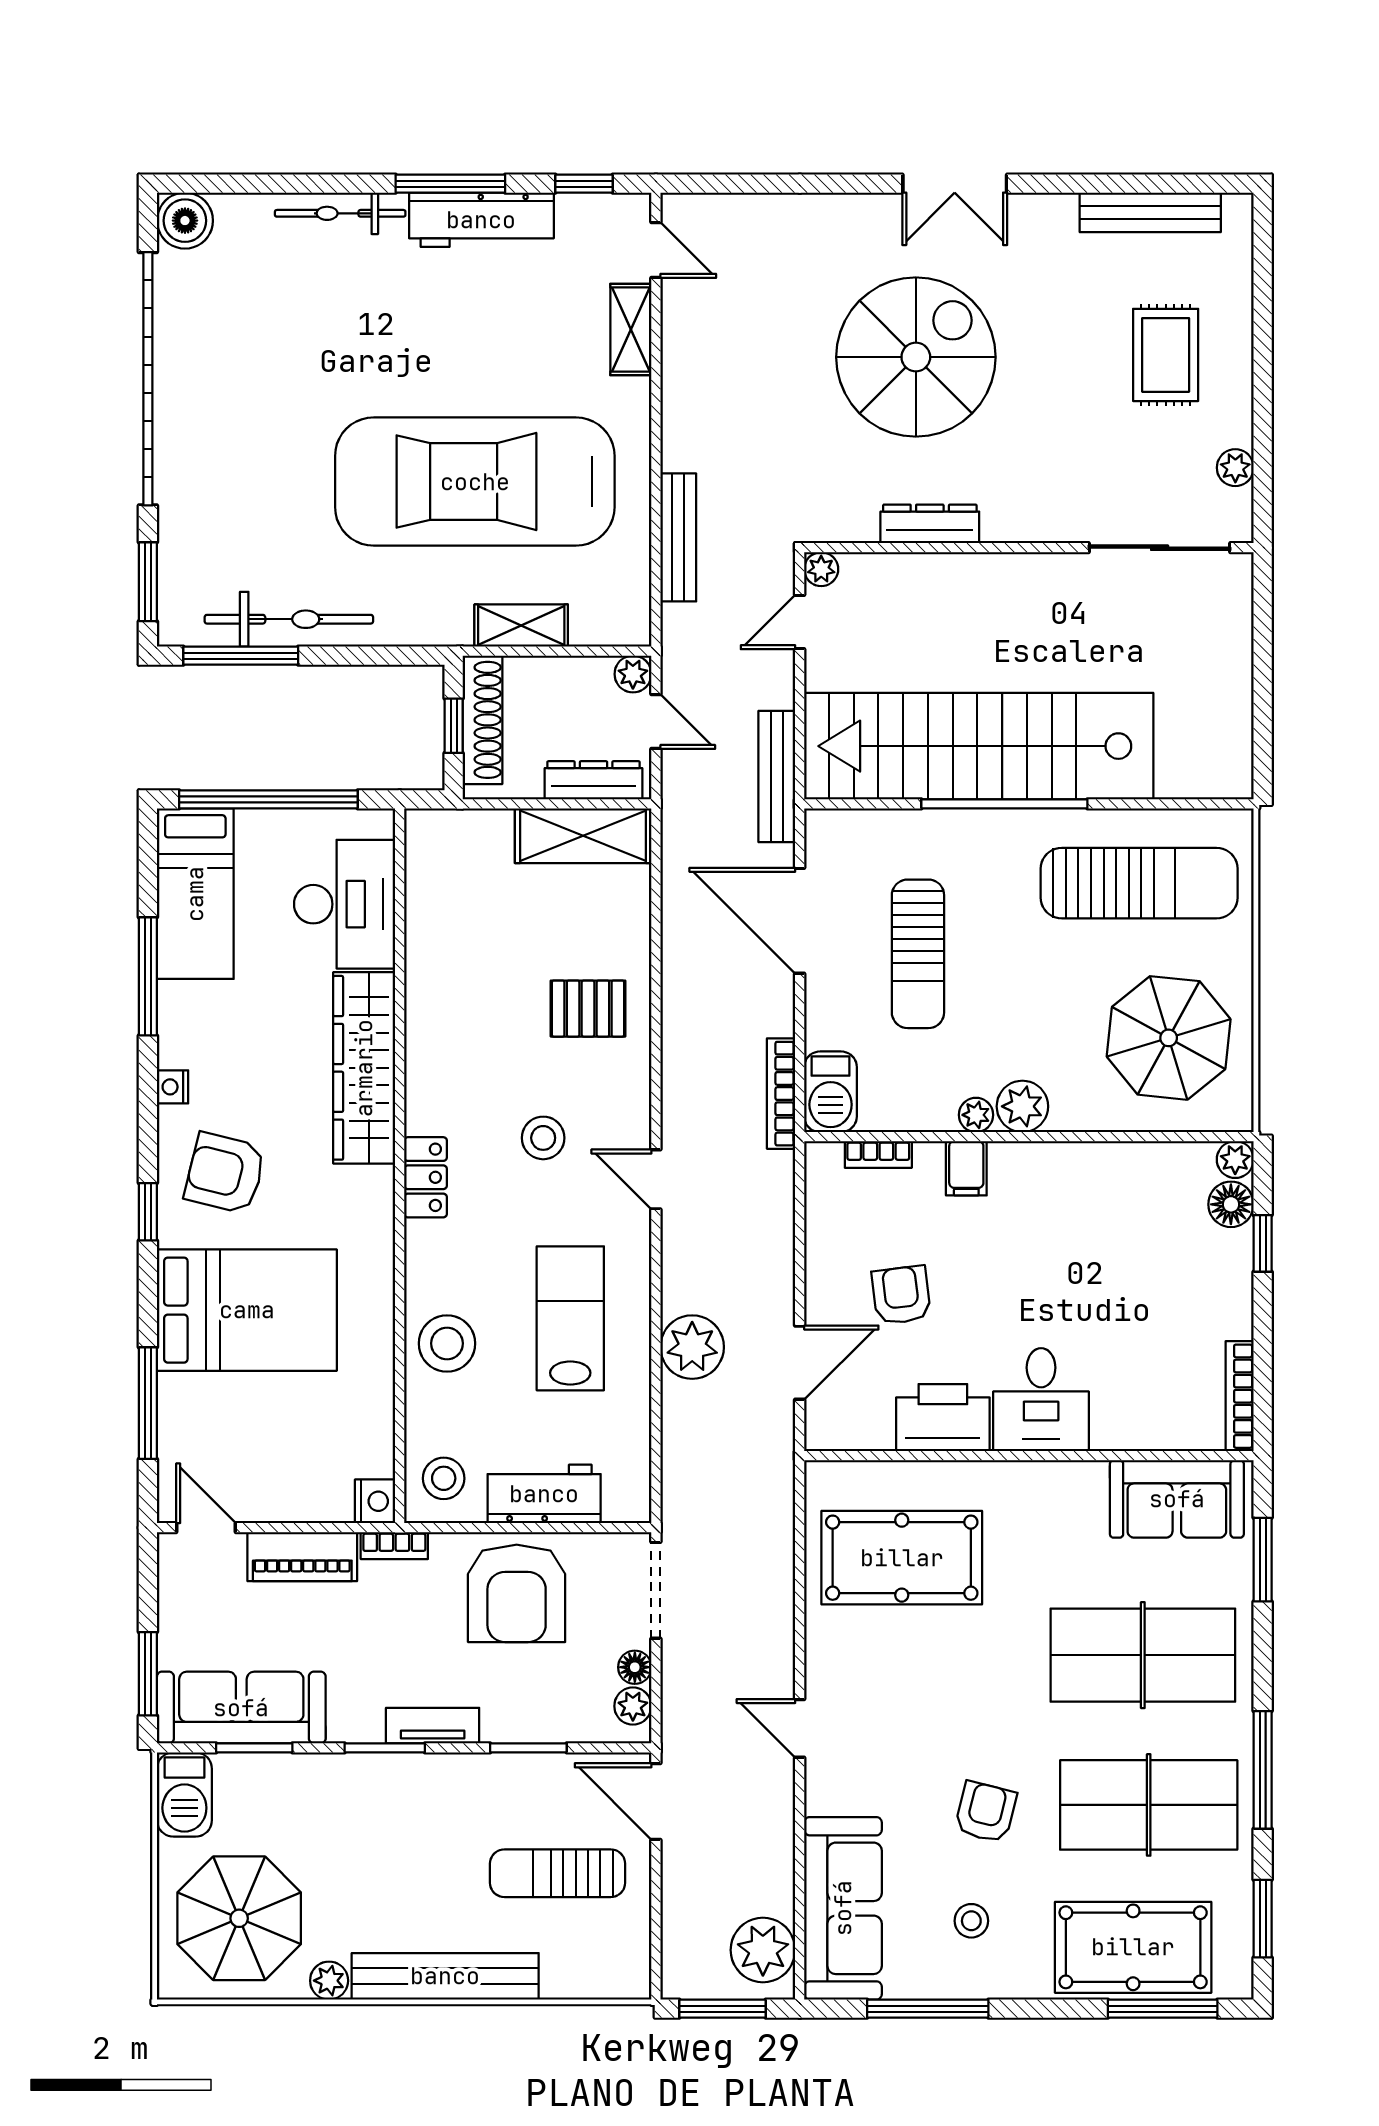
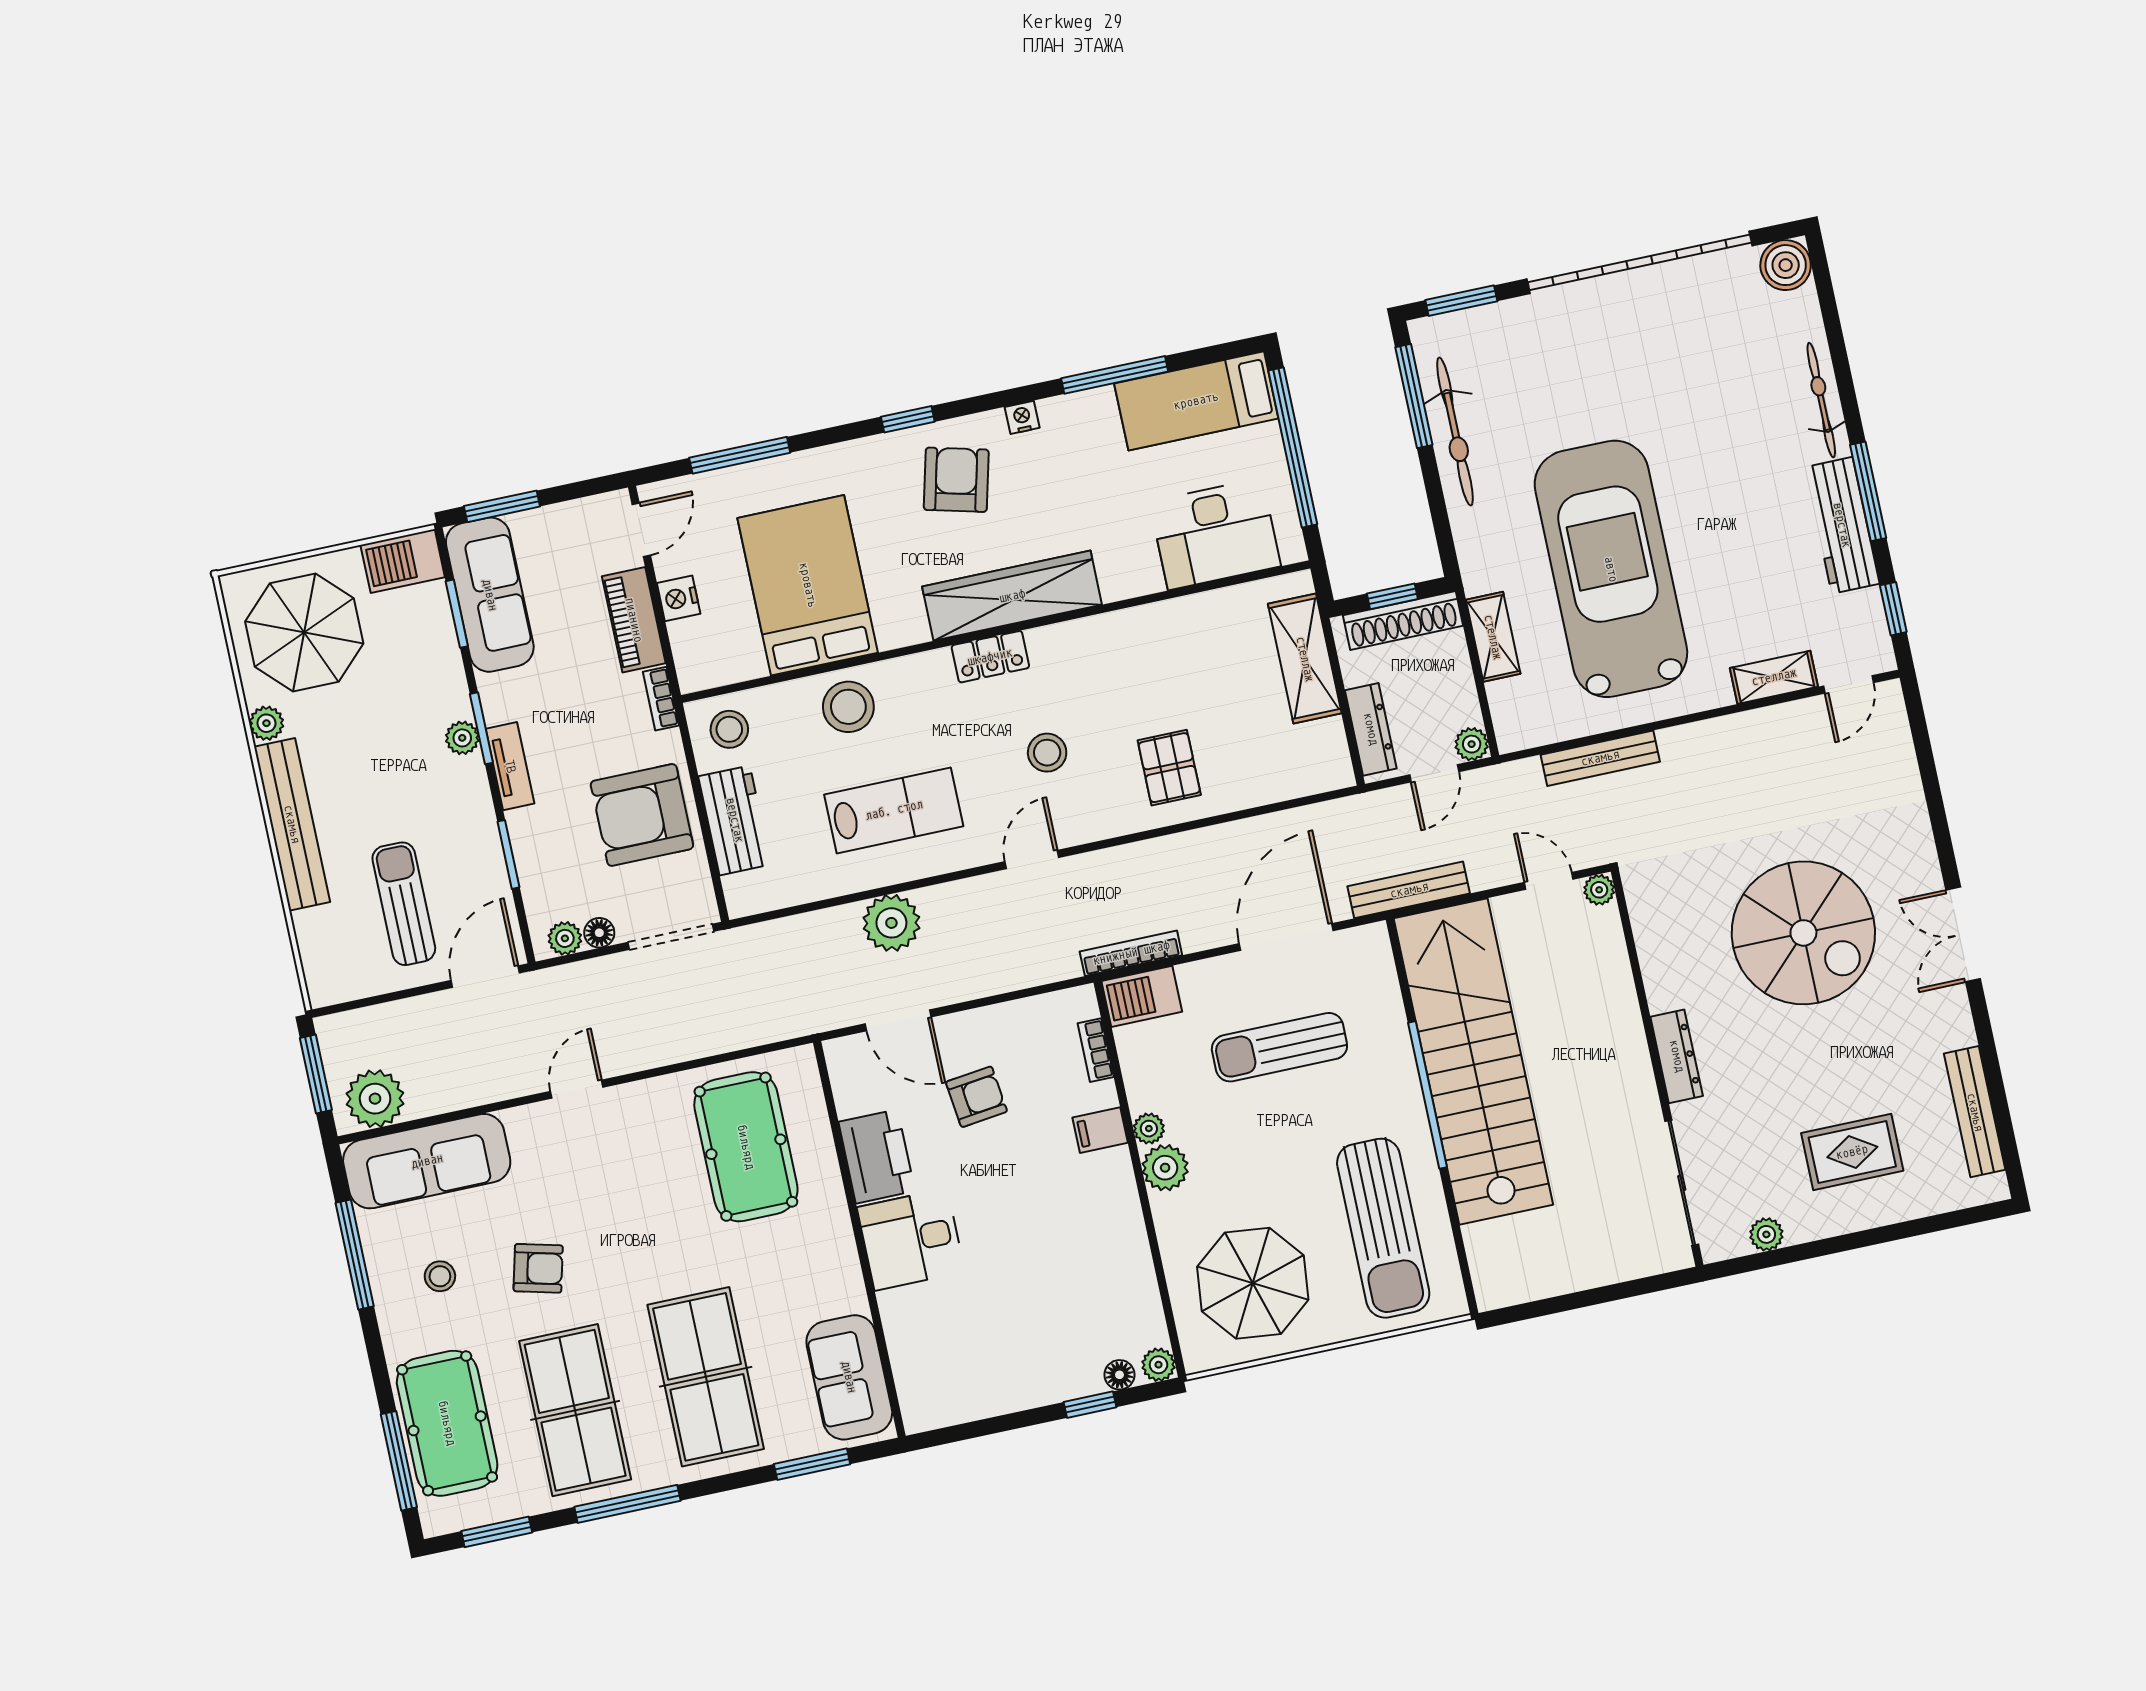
dresser: (930, 524) -> (1677, 1056), moved
shelving: (583, 836) -> (1305, 659), moved
wardrobe: (364, 1068) -> (1012, 596), moved
floor lamp: (1231, 1204) -> (1119, 1375), width x0.73, depth x0.73
bed: (247, 1310) -> (808, 585), moved, turned 180
bookcase: (1240, 1396) -> (951, 1413), removed
nightstand: (375, 1501) -> (679, 598), moved, turned 90
plant: (391, 1771) -> (462, 738), added

